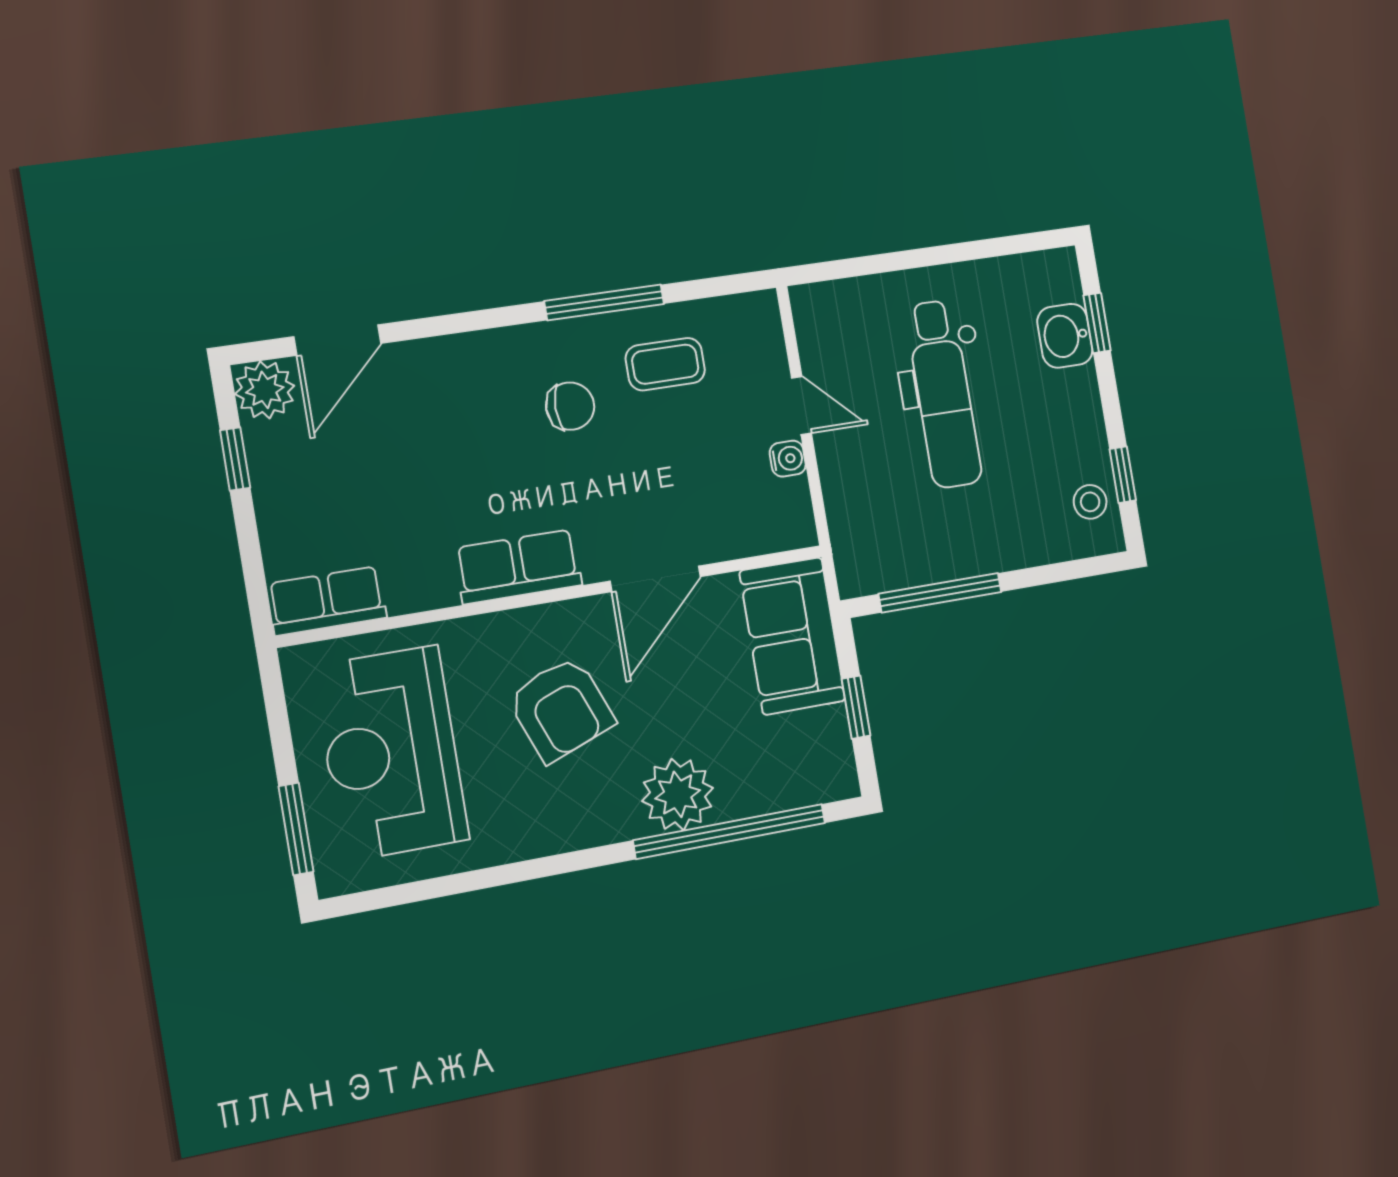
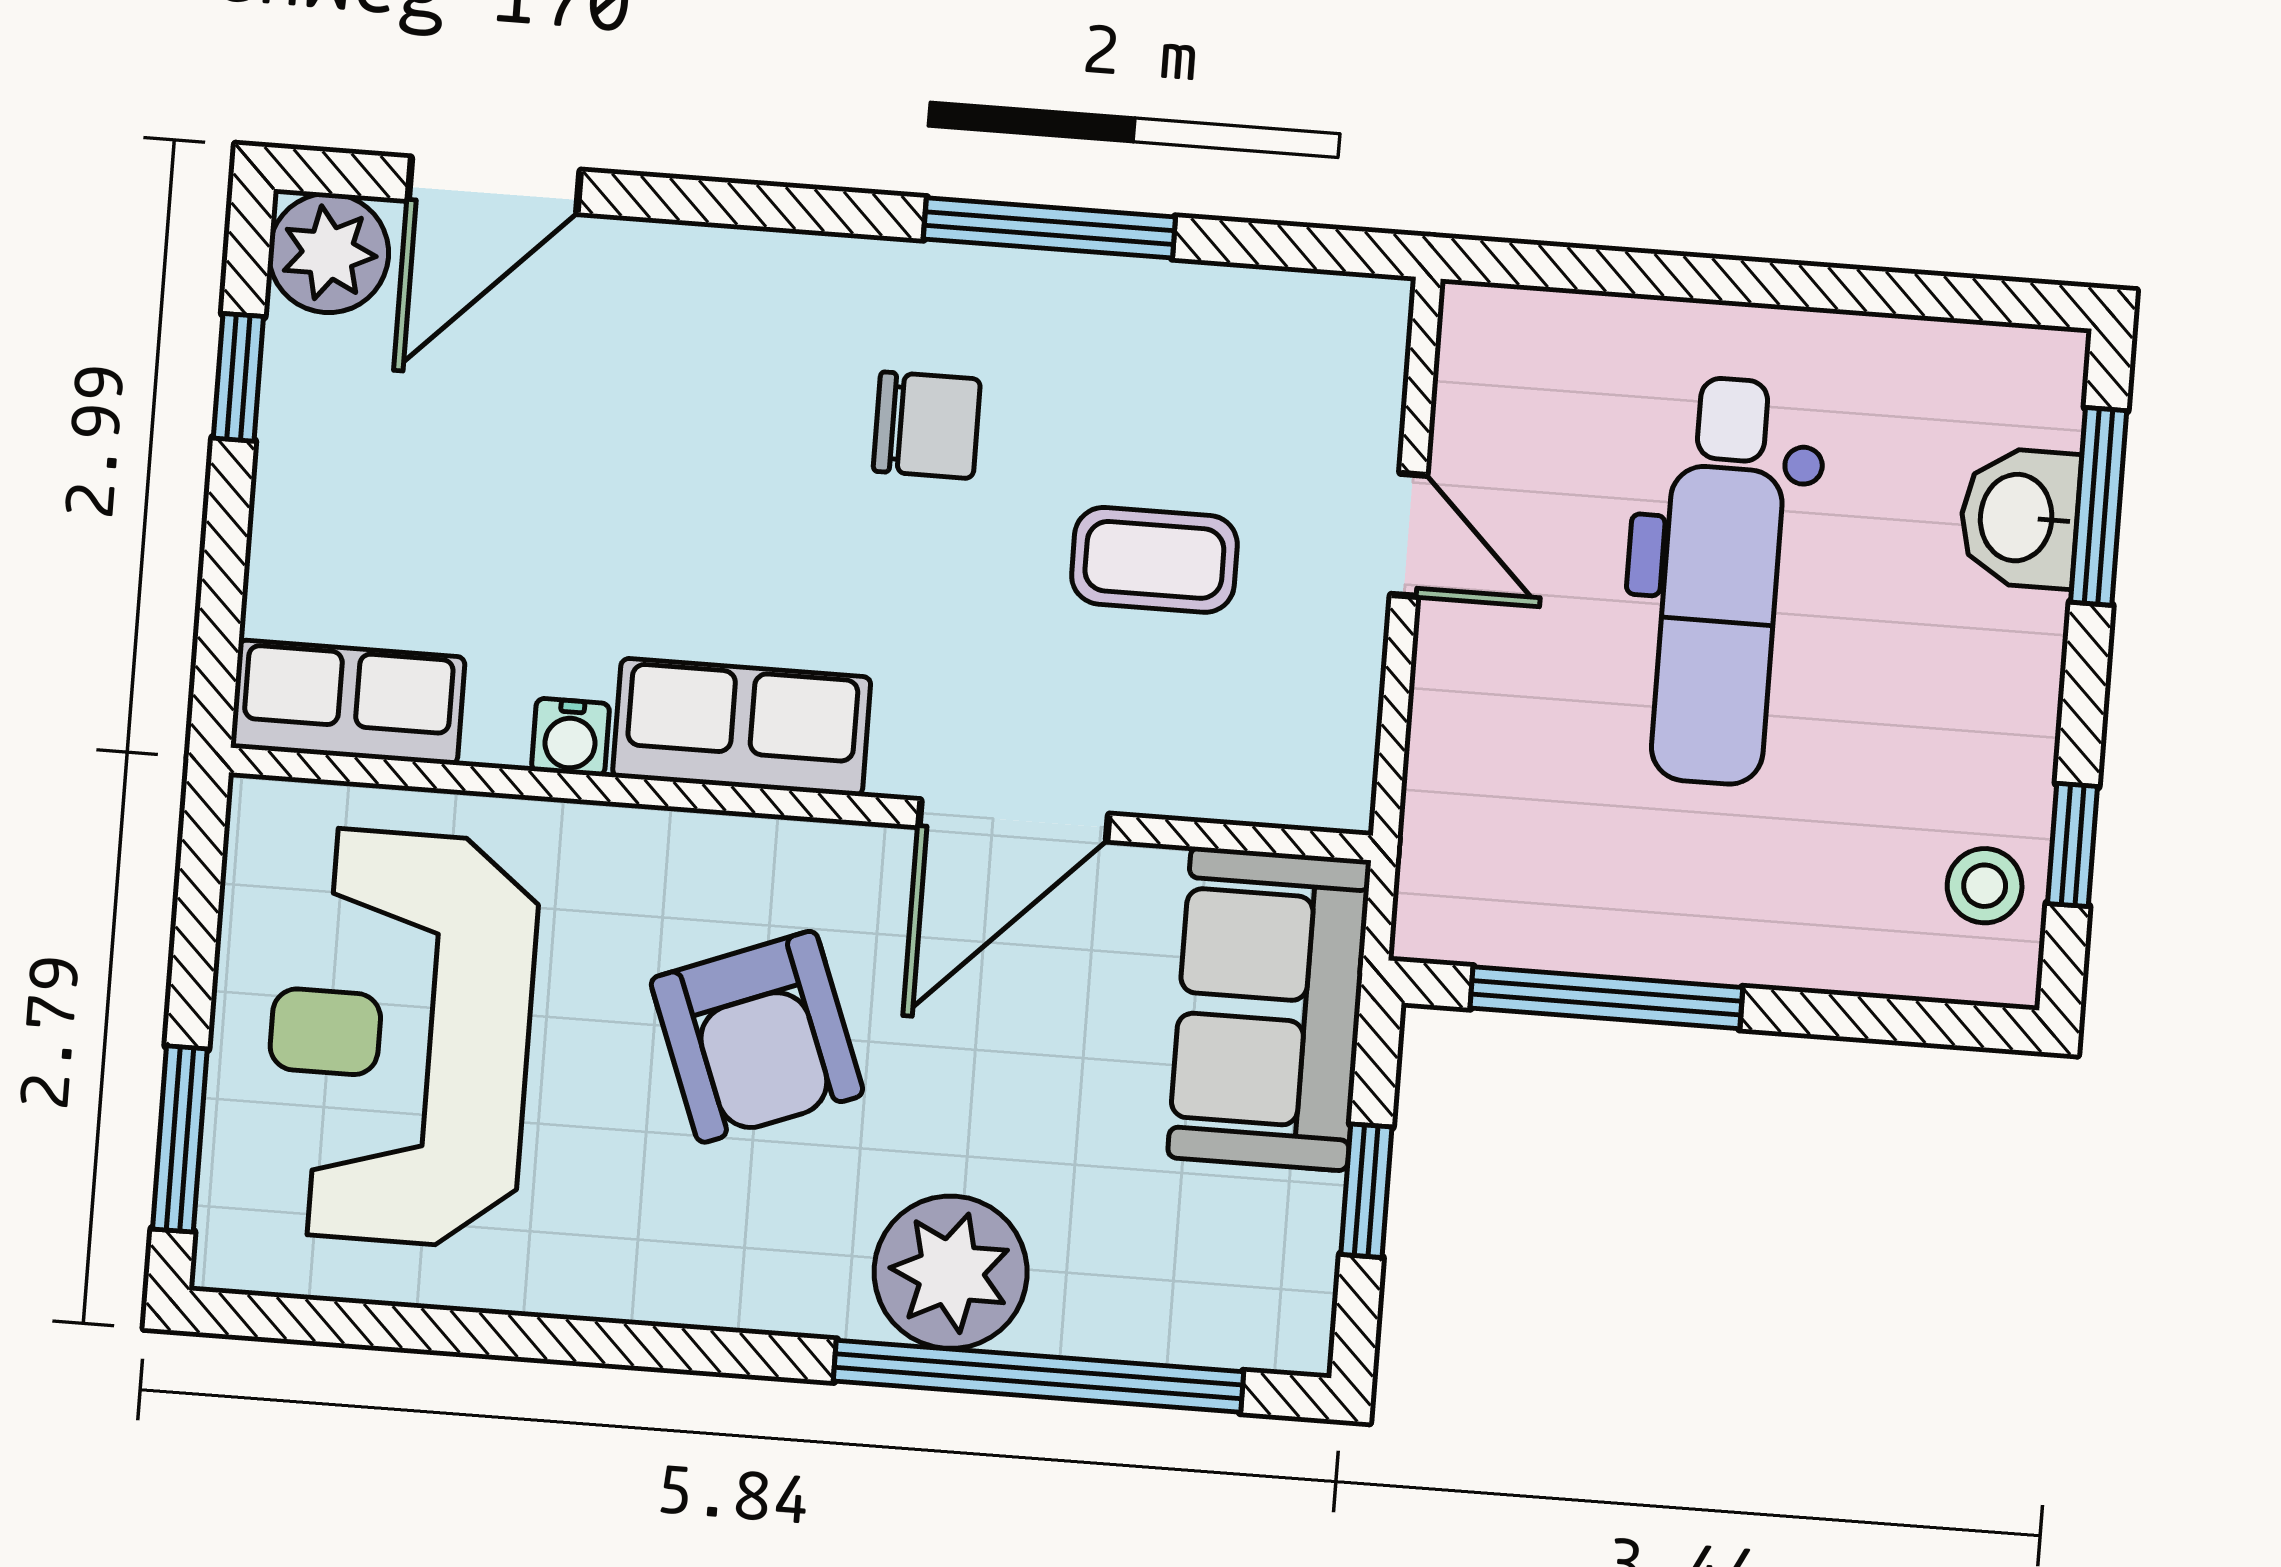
window: (1097, 323) -> (2099, 506), width x1.50
coffee table: (665, 364) -> (1154, 560), moved
water cooler: (788, 459) -> (570, 737), moved, turned 90

